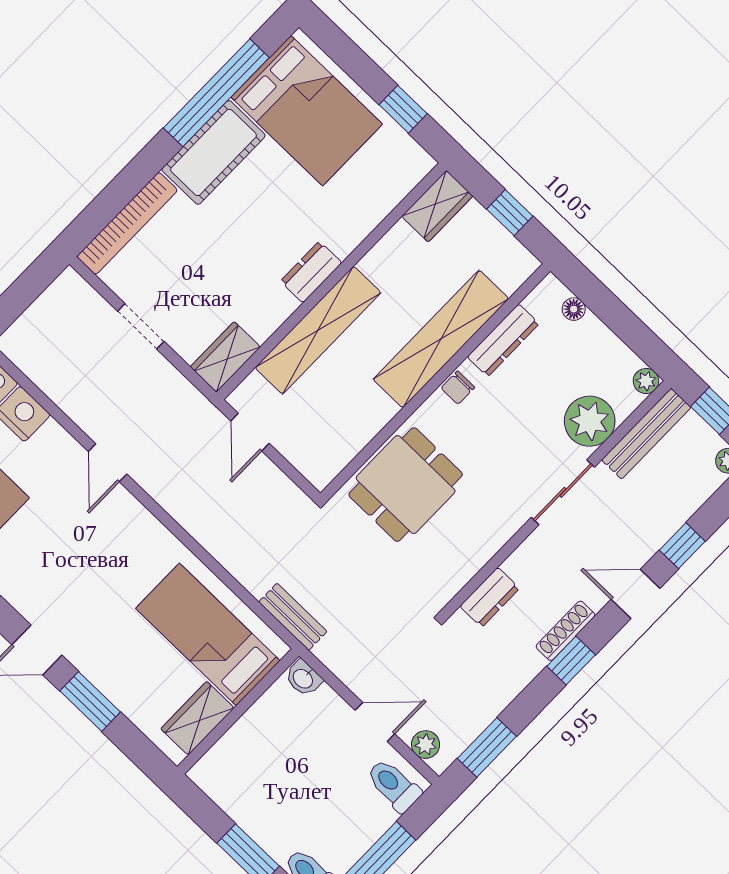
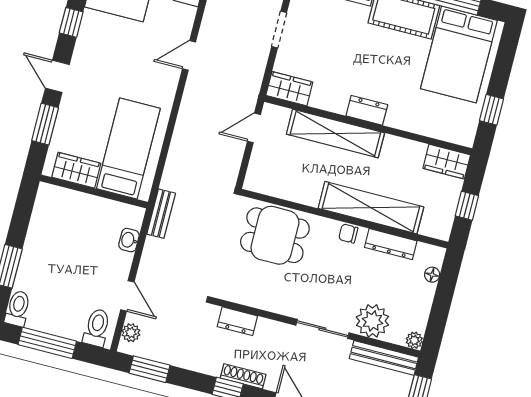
bed: (208, 634) -> (128, 148), moved
wall: (238, 711) -> (94, 191), moved
wardrobe: (197, 718) -> (76, 170), moved

